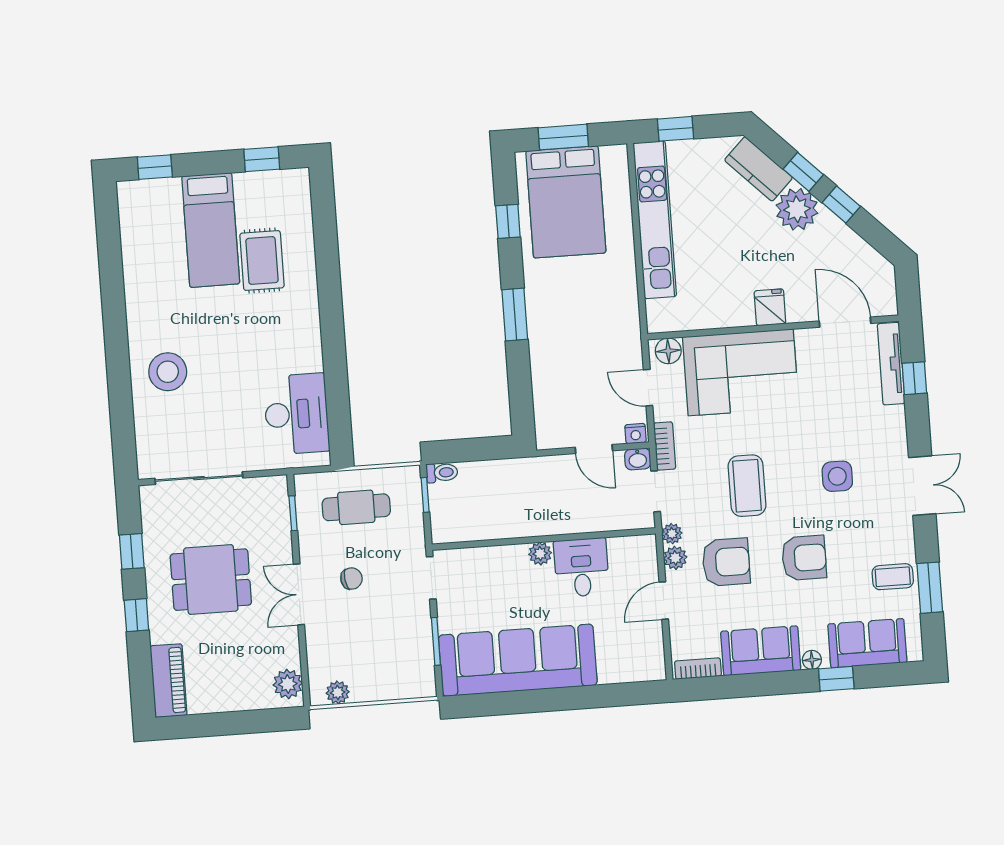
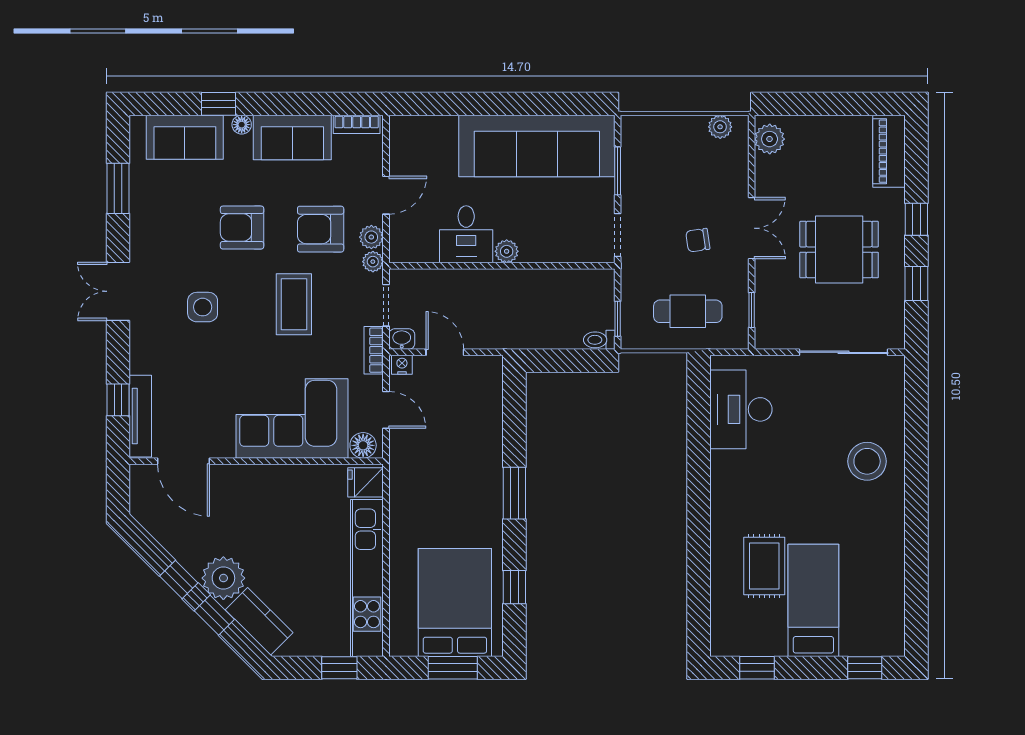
fridge: (770, 307) -> (366, 482), moved, turned 90
coffee table: (893, 577) -> (154, 202), removed

